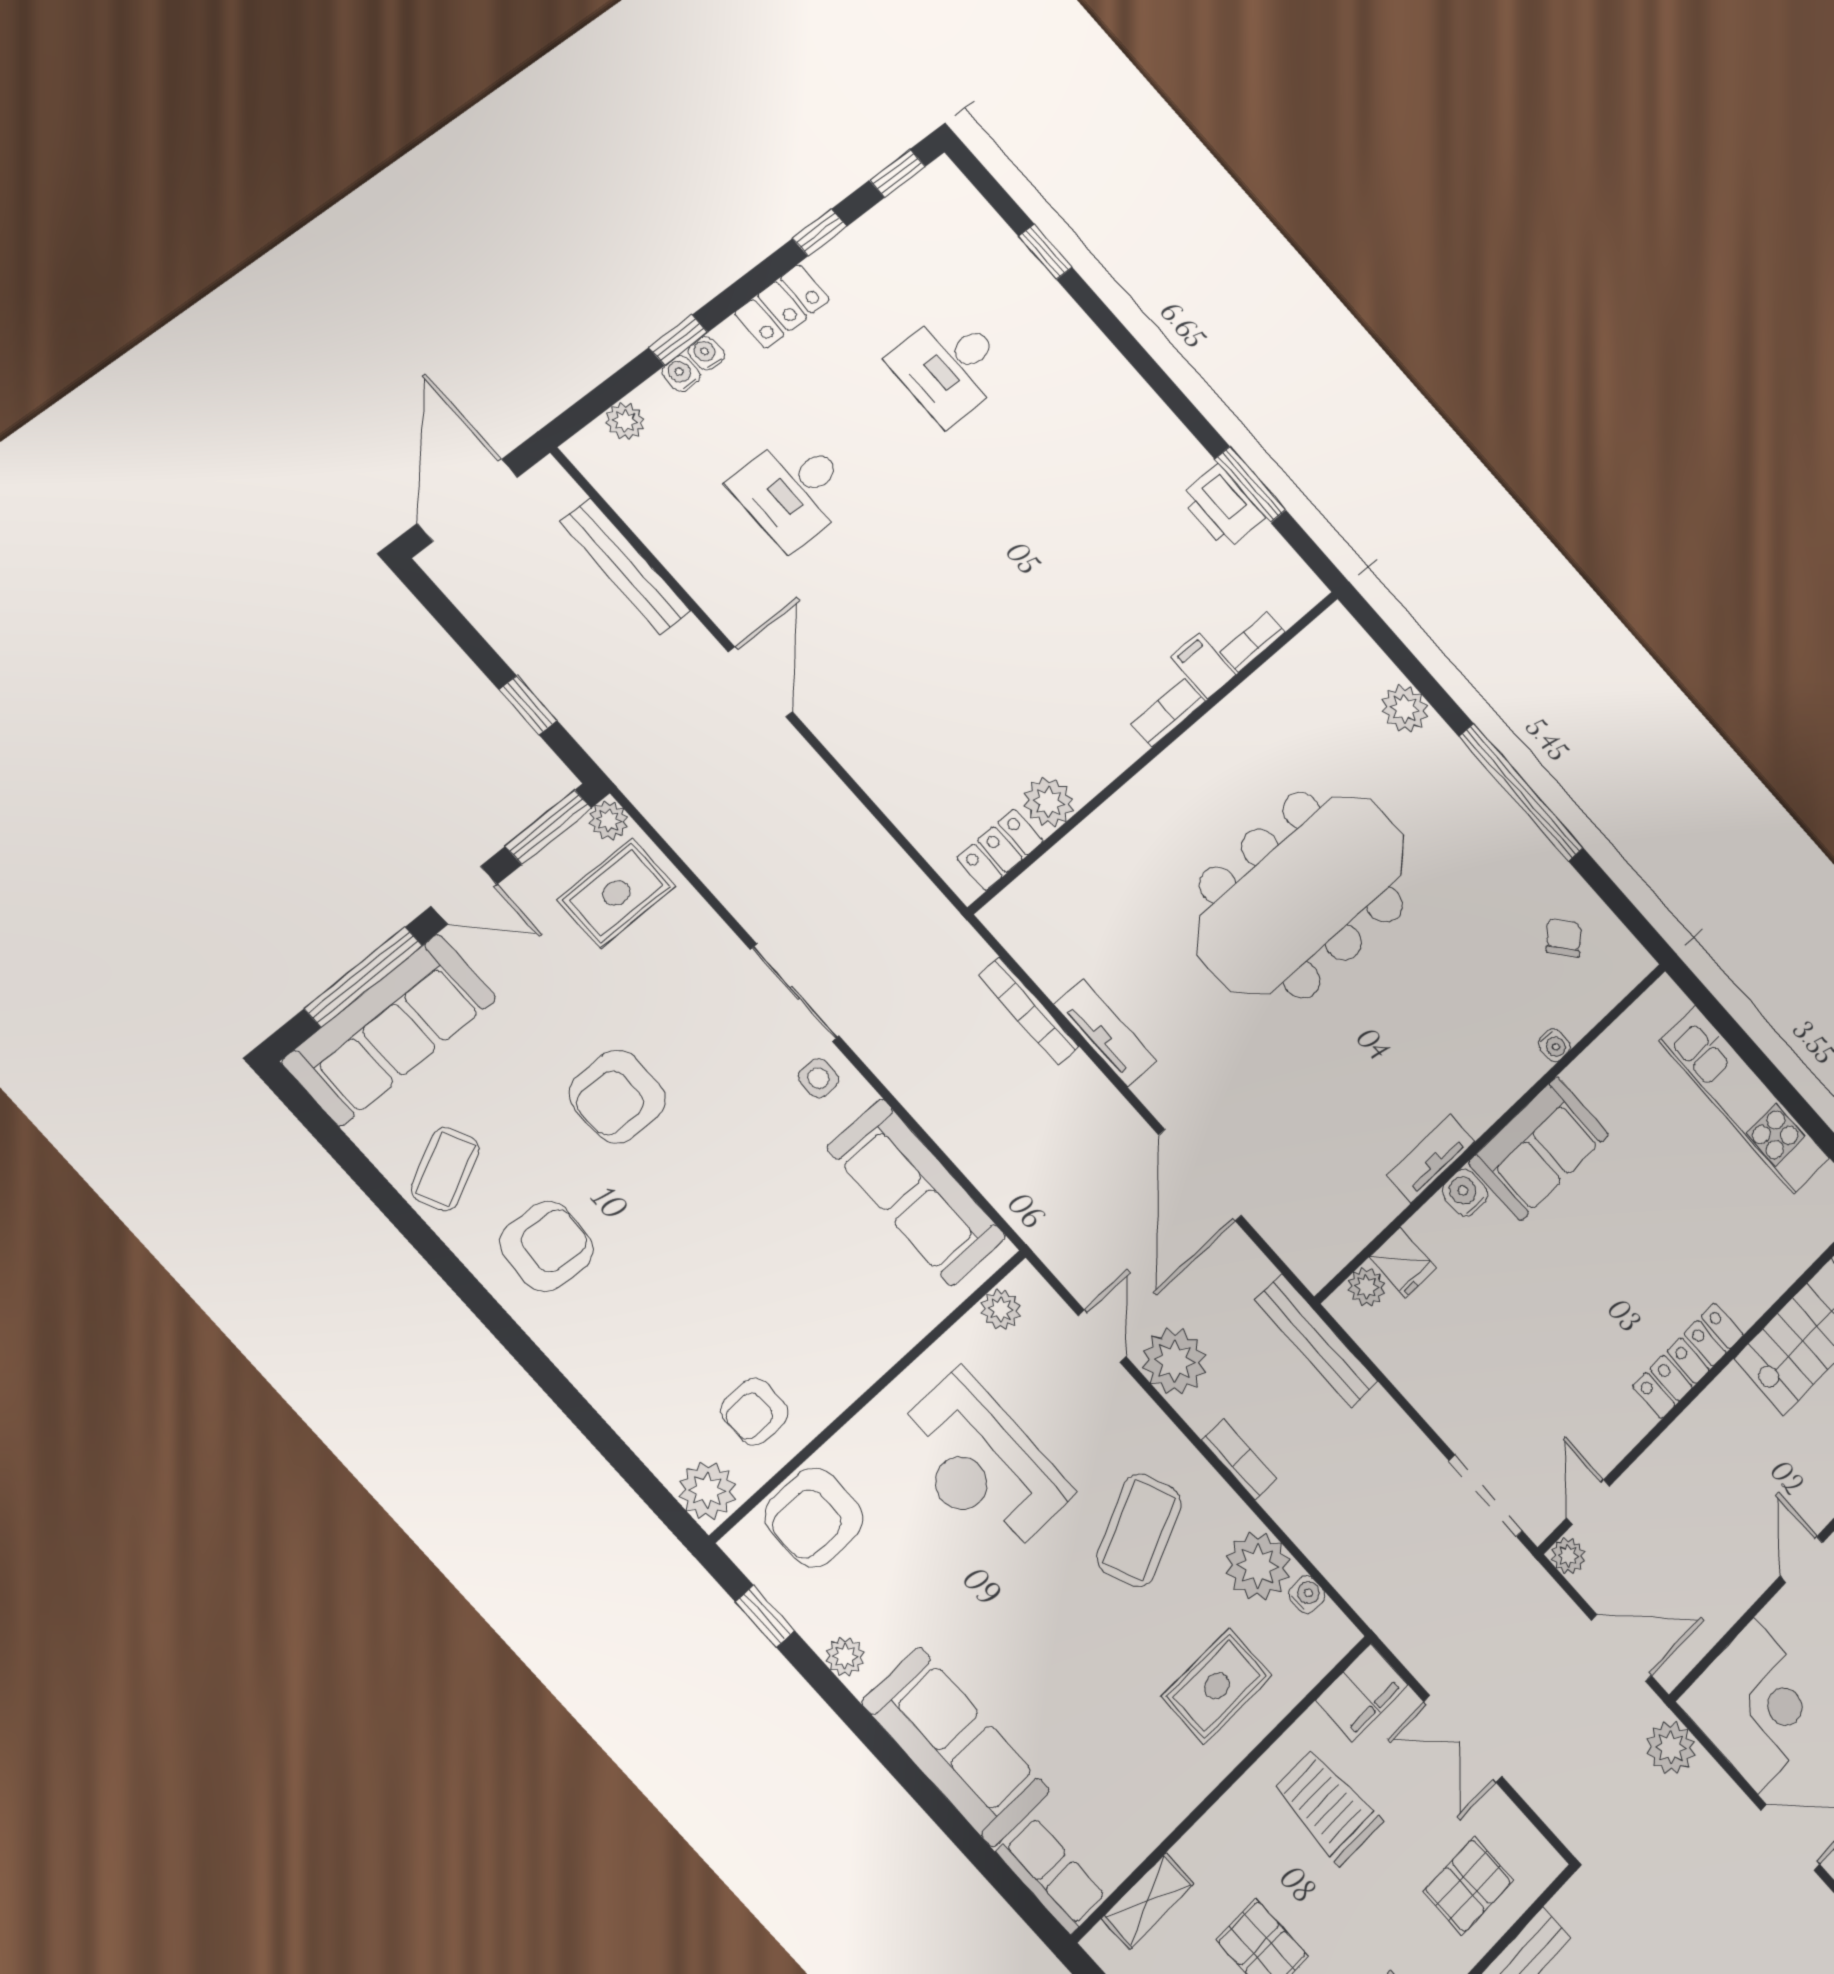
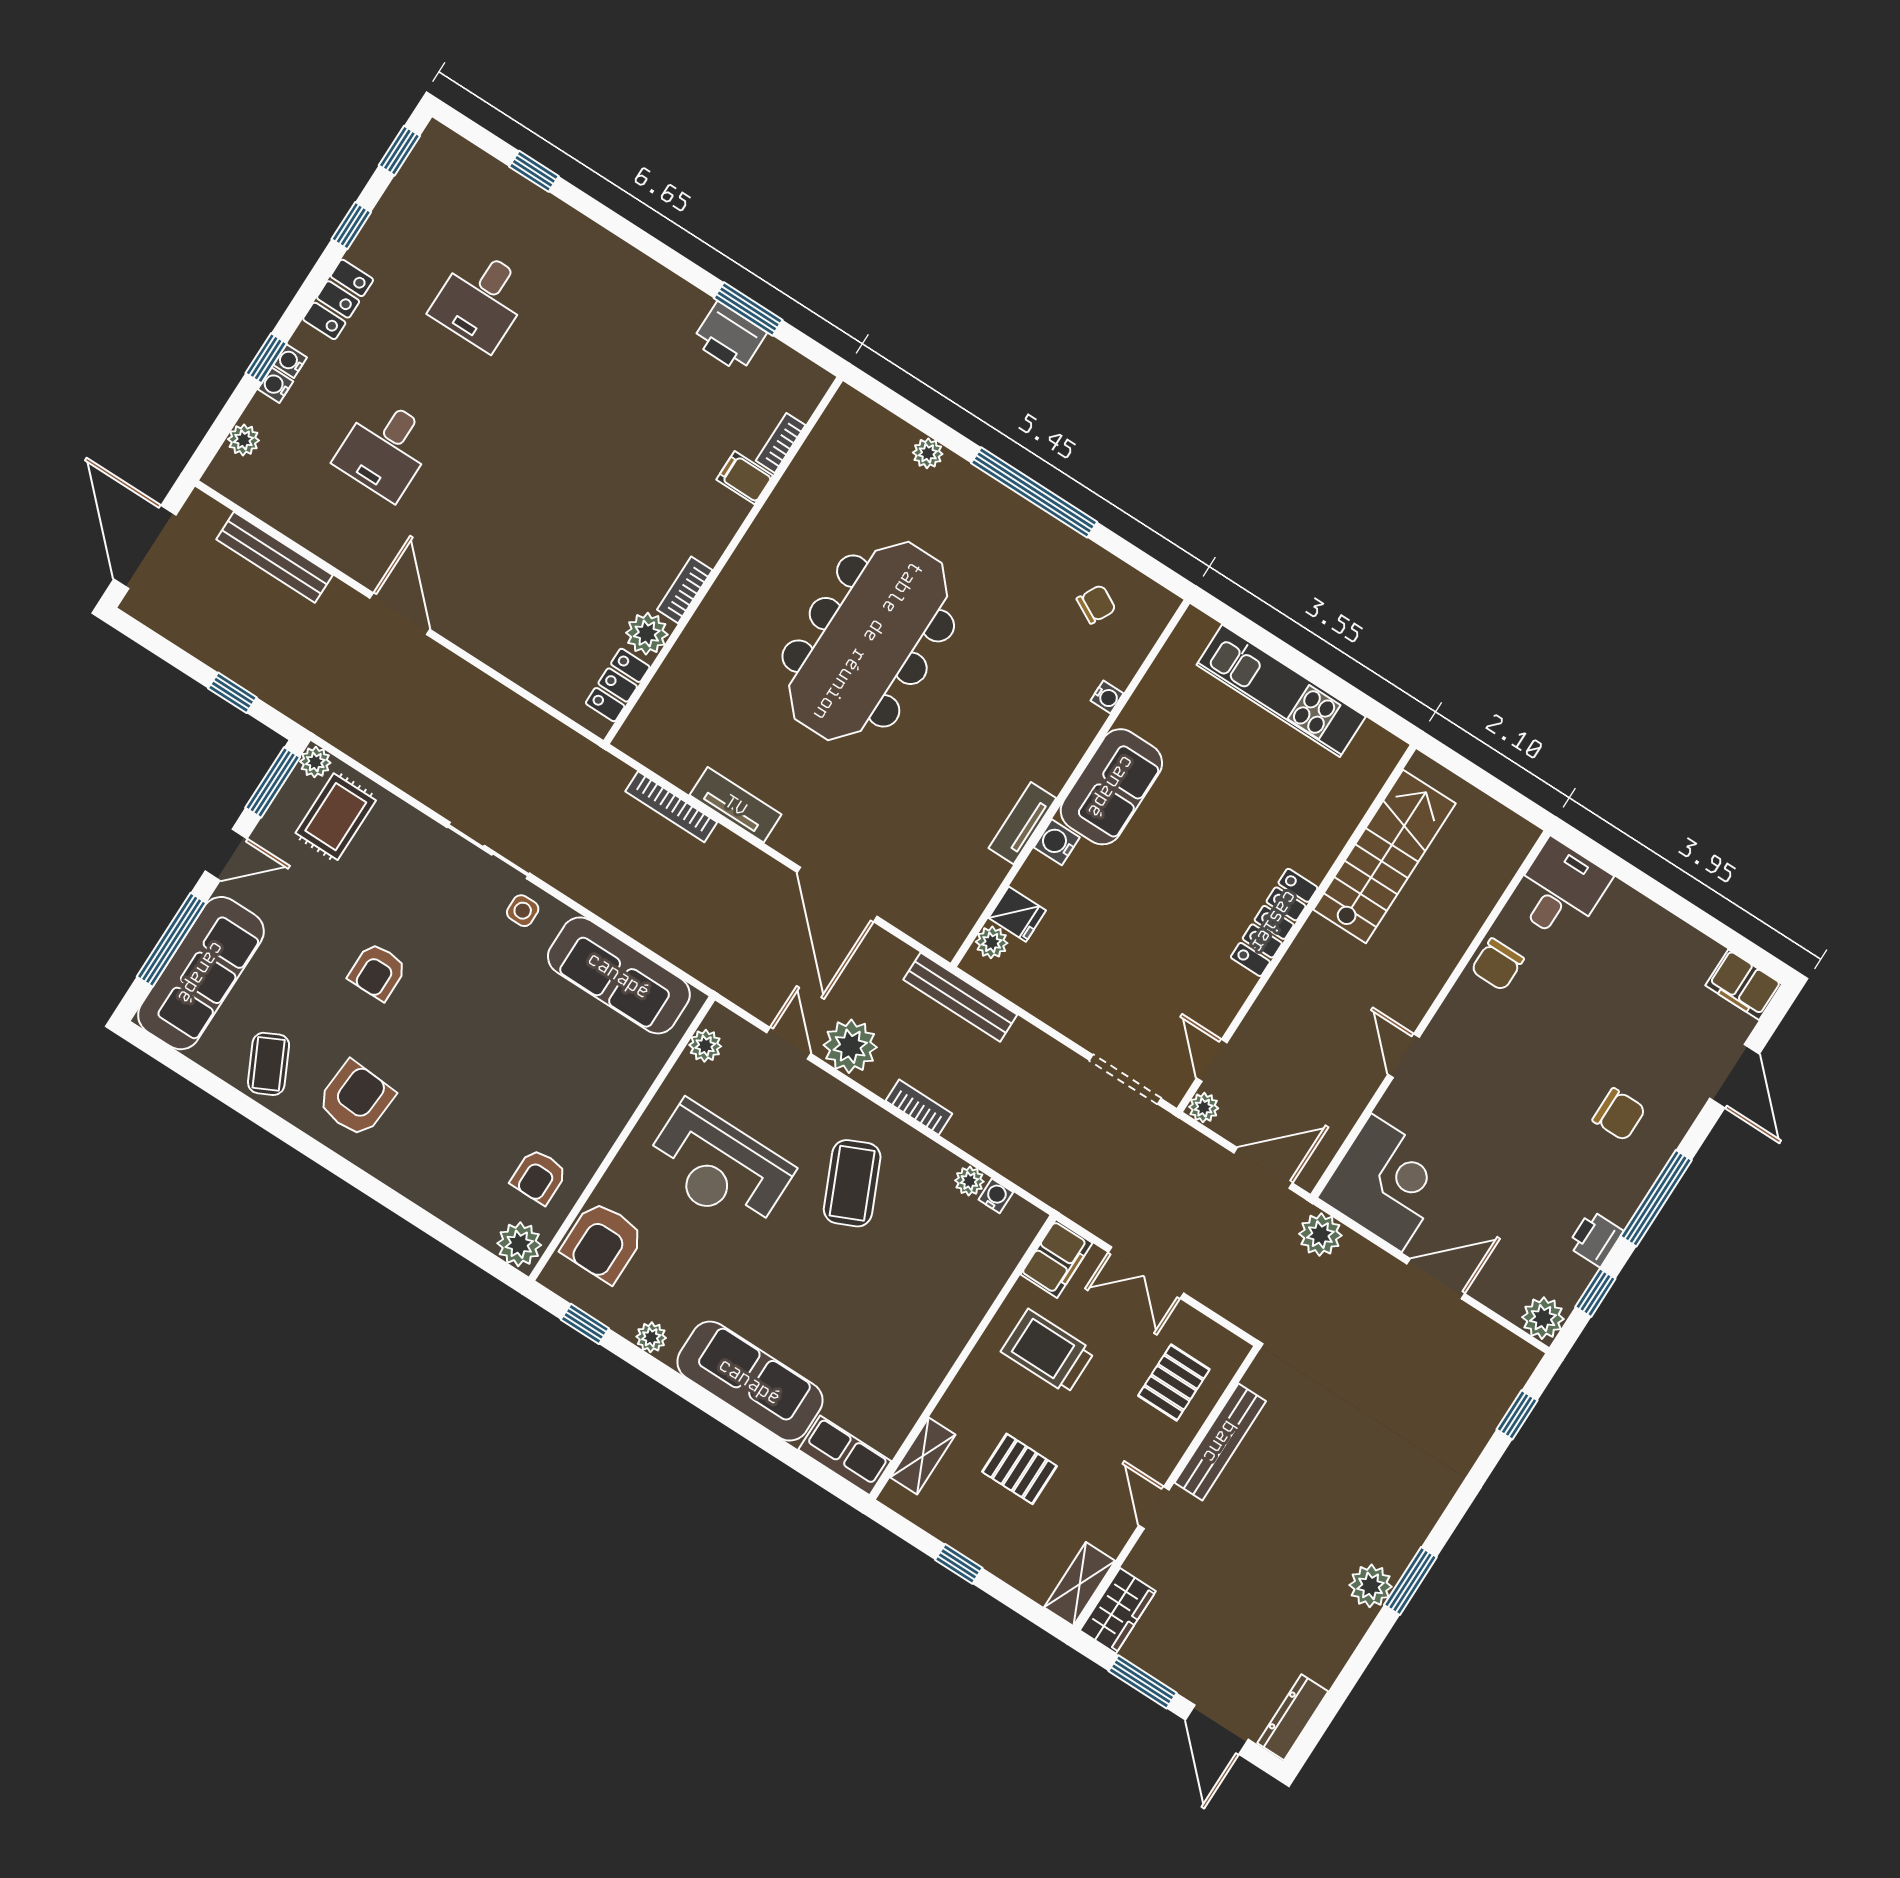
plant: (1405, 709) -> (928, 453), width x0.73, depth x0.73
bookcase: (1168, 713) -> (685, 590), moved
chair: (1564, 938) -> (1096, 604), turned 70
armchair: (617, 1097) -> (377, 972), width x0.72, depth x0.72
plant: (1258, 1566) -> (969, 1181), width x0.53, depth x0.53
rug: (1217, 1686) -> (940, 1284), removed

